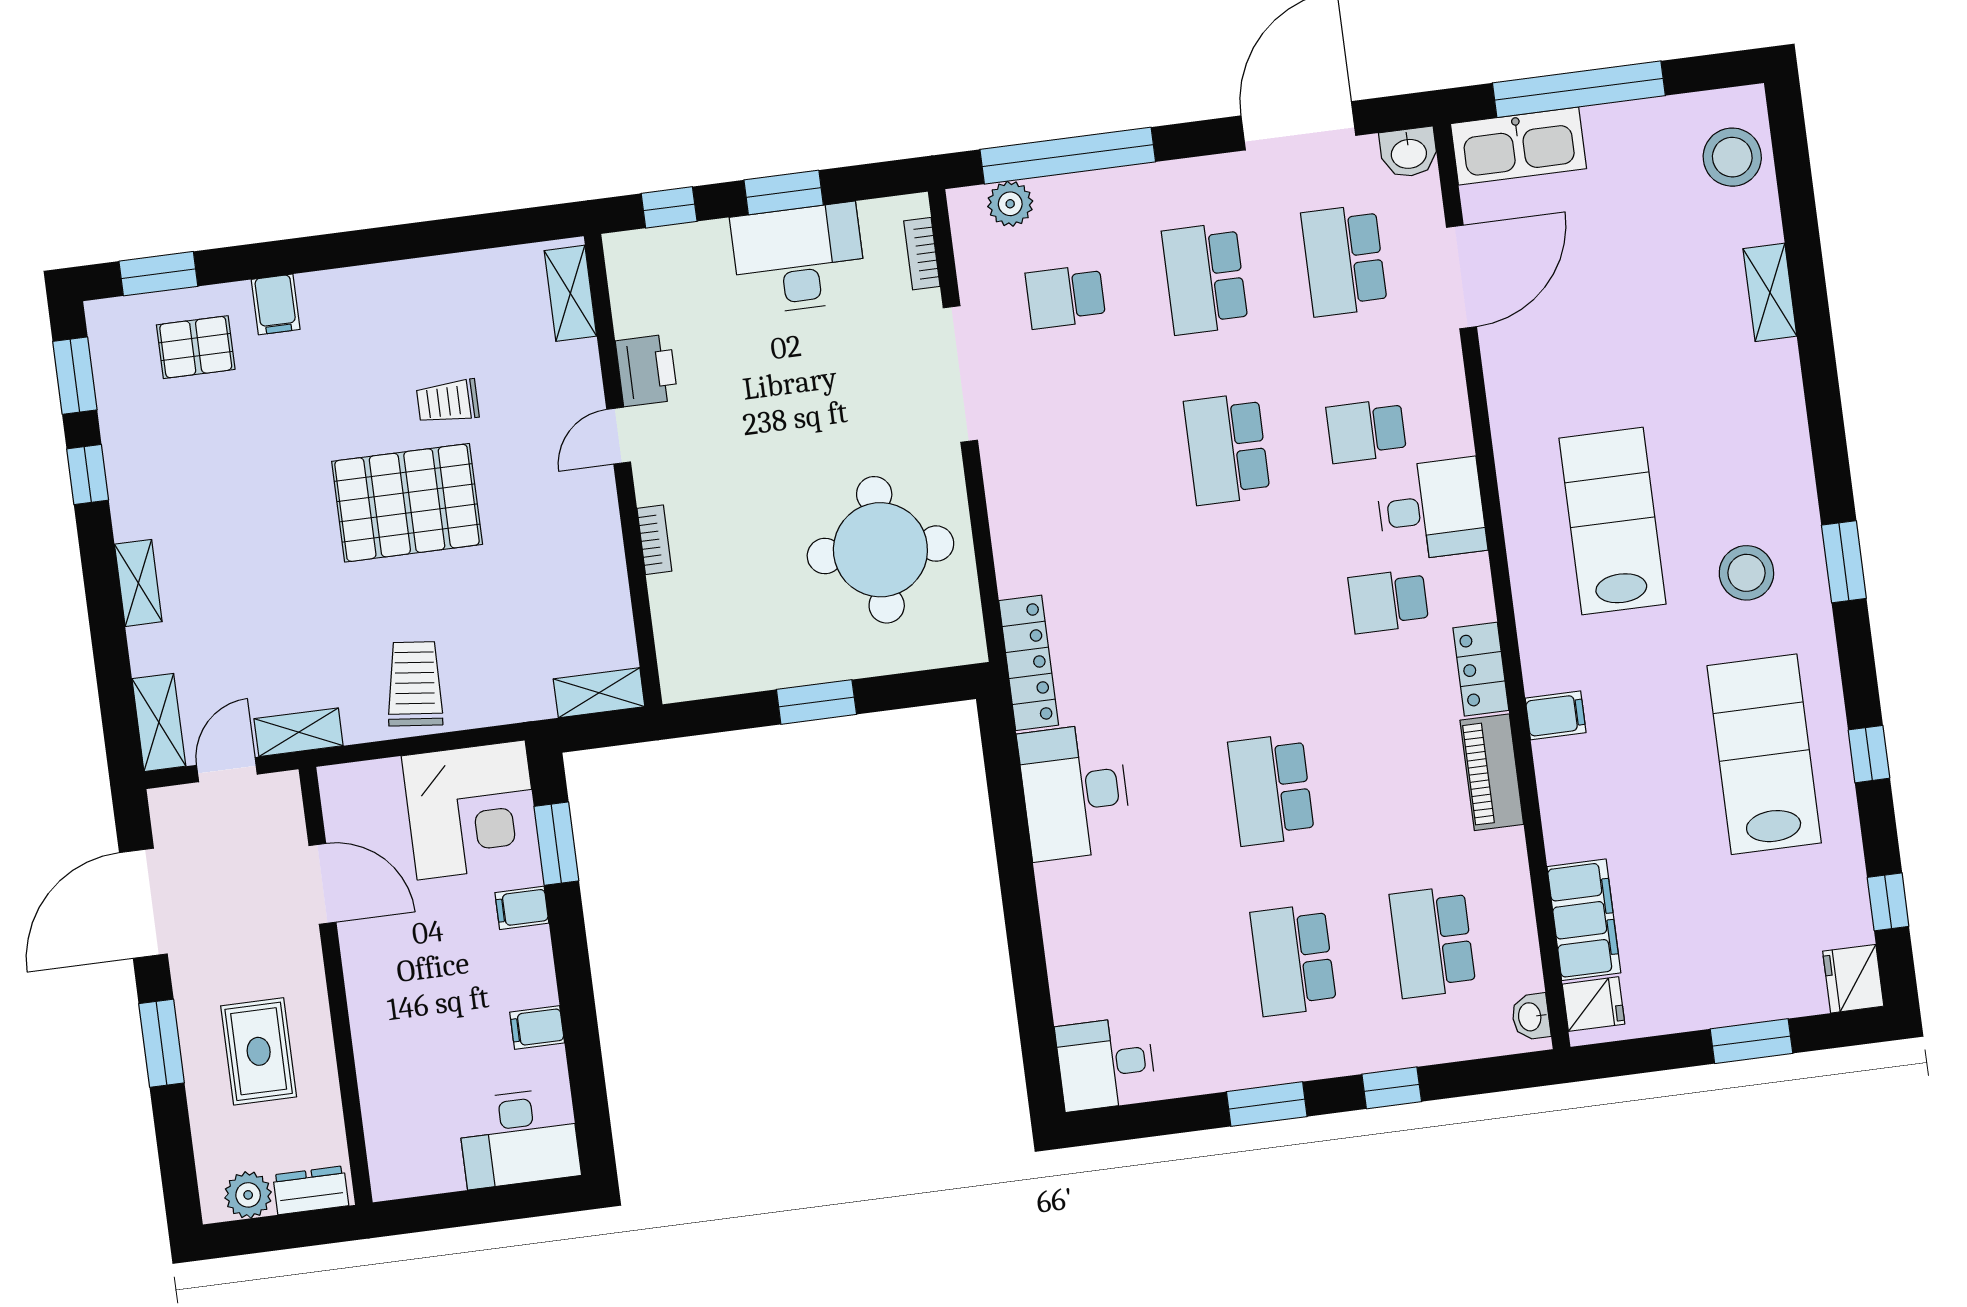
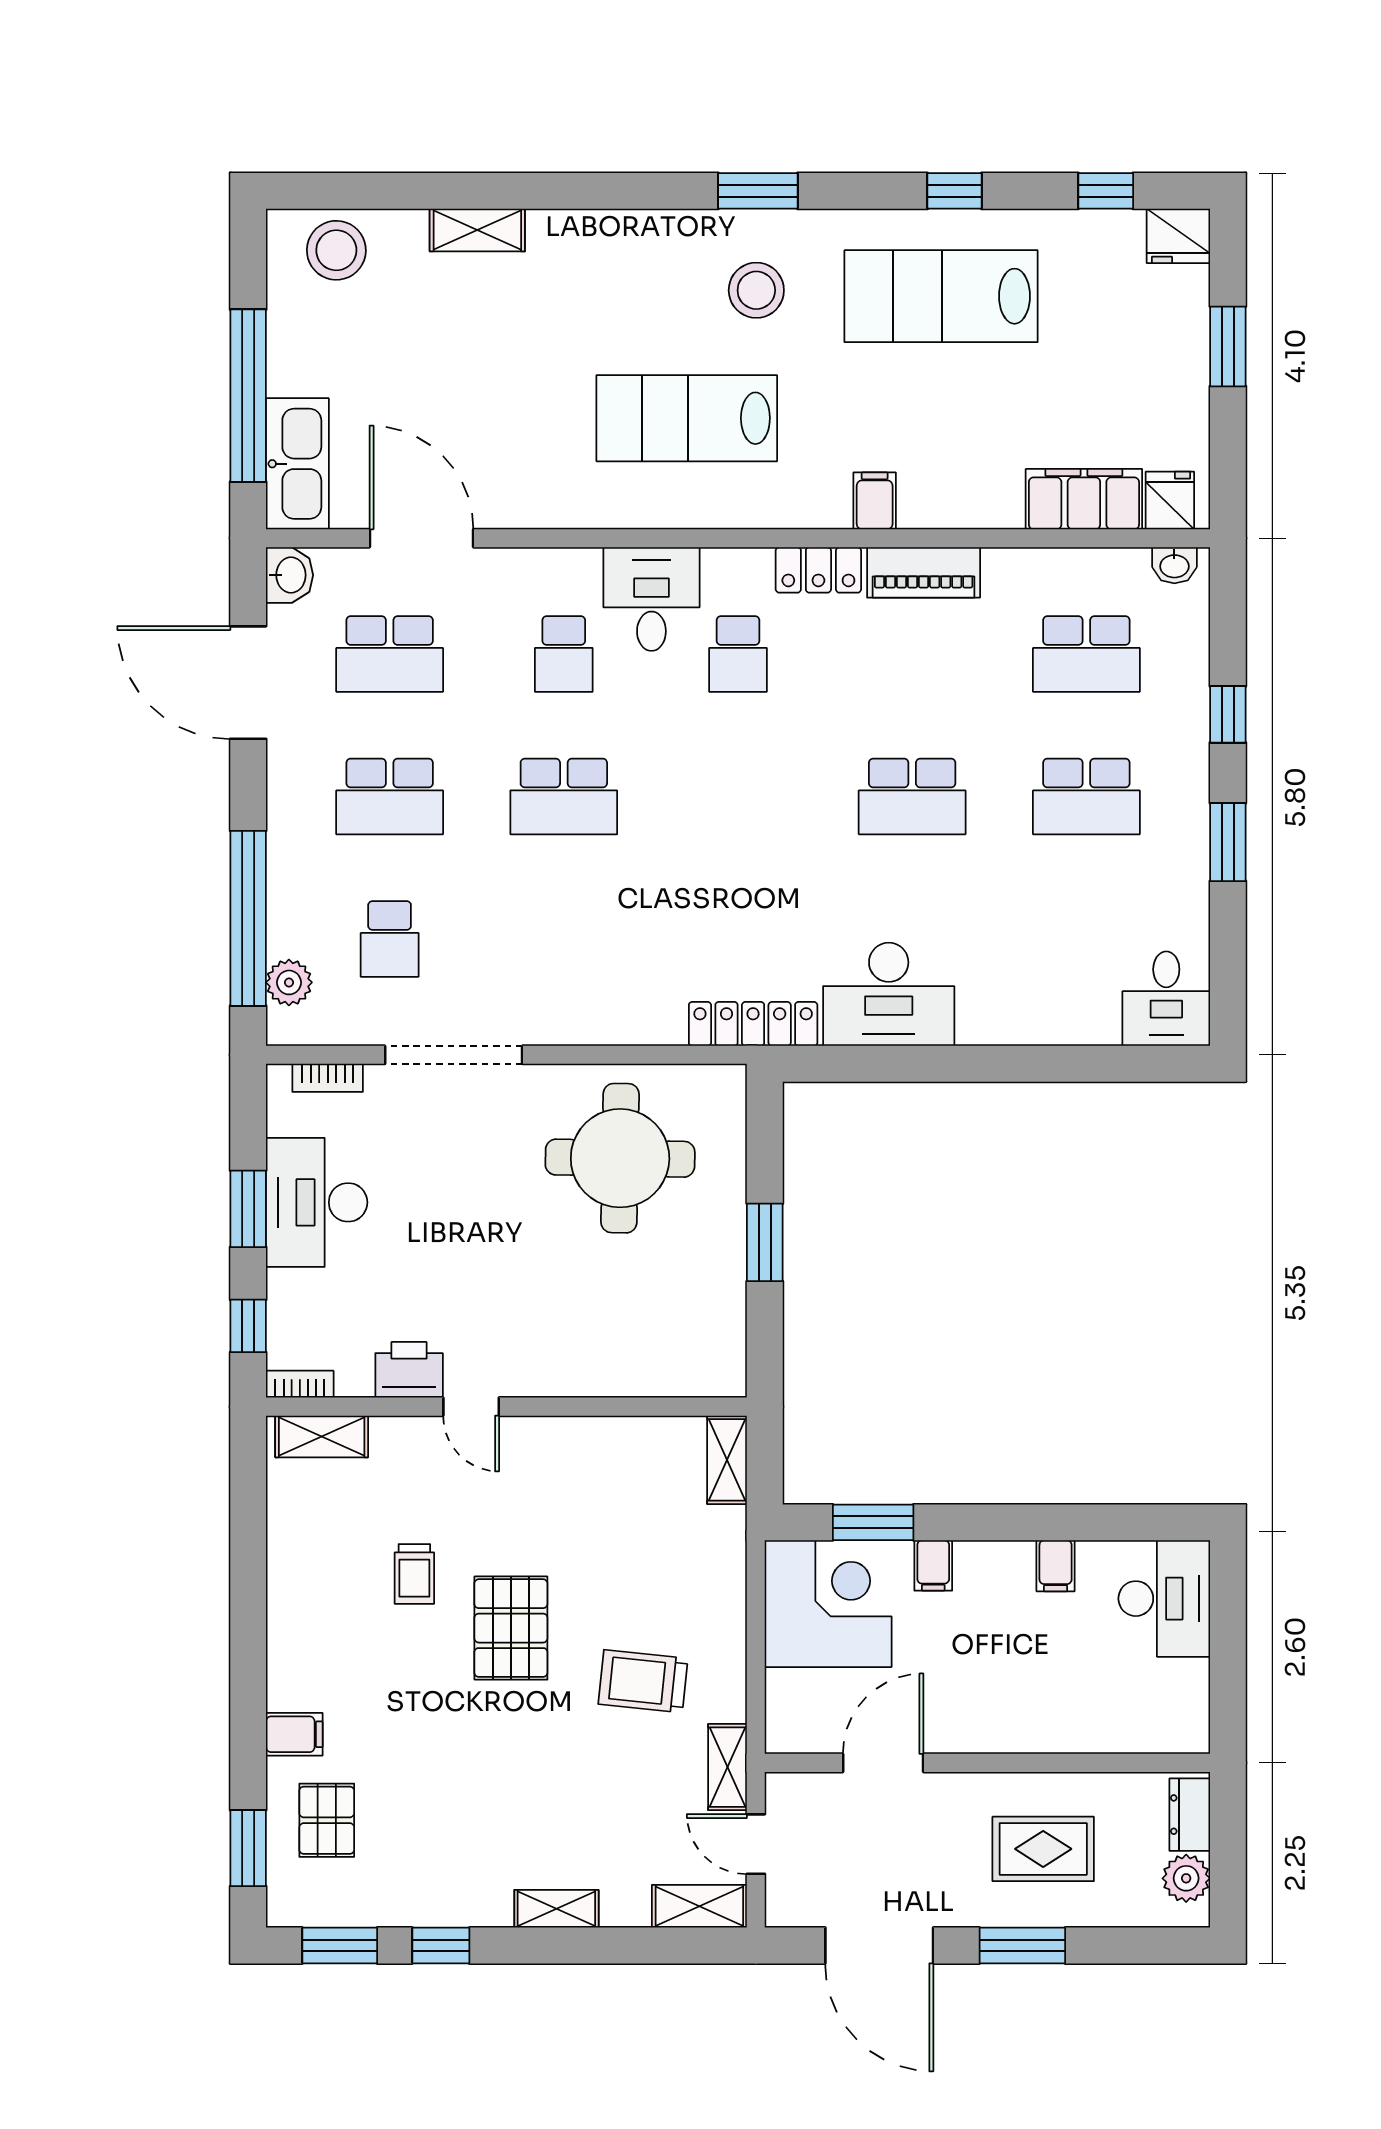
pallet: (407, 503) -> (511, 1628), width x0.73, depth x0.71
bookcase: (654, 540) -> (300, 1384), moved
trolley: (415, 684) -> (643, 1681), moved

